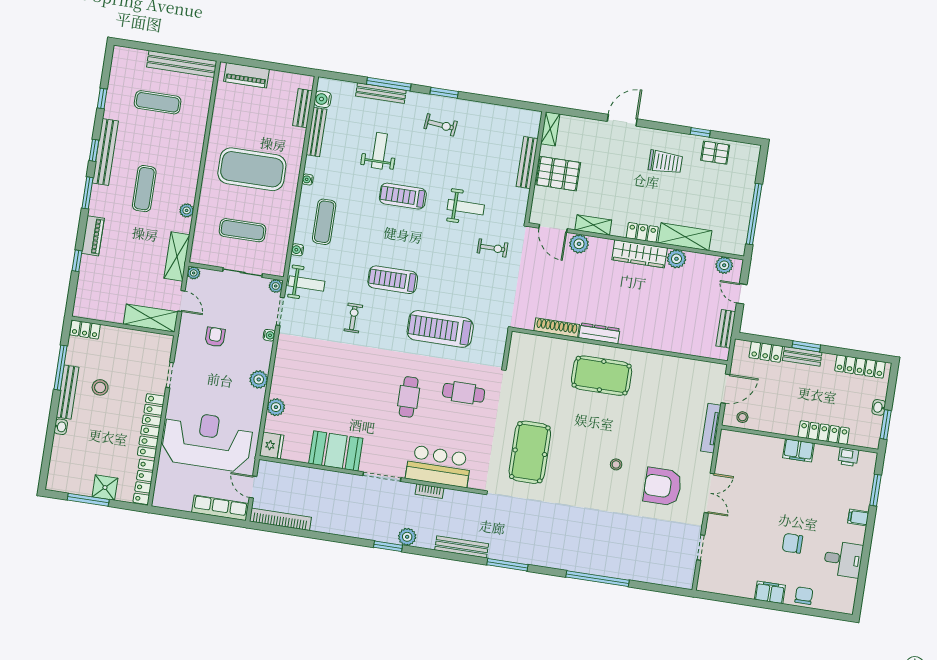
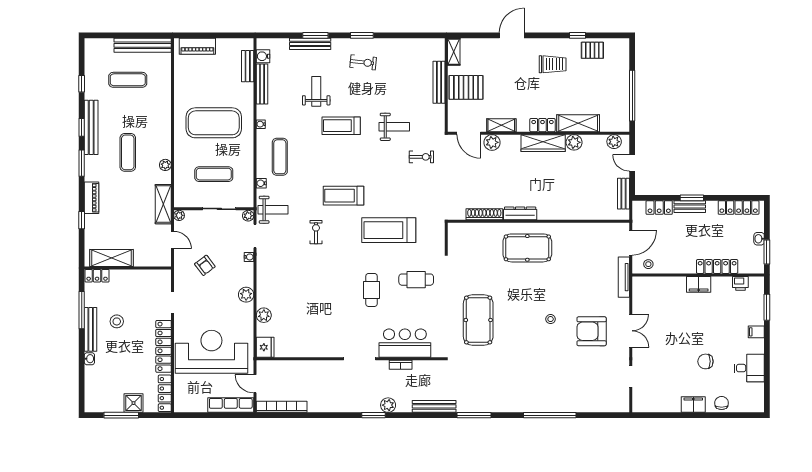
window: (389, 84) -> (315, 35), width x0.69
shelving: (151, 318) -> (111, 258), moved
armchair: (215, 337) -> (205, 265), turned 143
booth: (336, 451) -> (319, 344), removed

